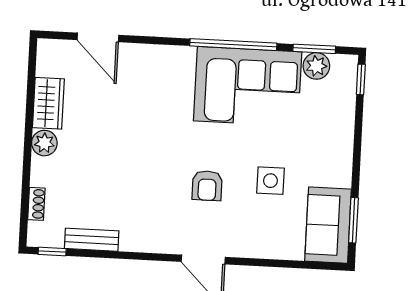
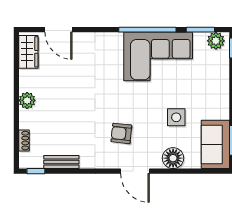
plant: (316, 66) -> (216, 41), moved
wardrobe: (48, 103) -> (28, 52), moved
armchair: (207, 186) -> (121, 133), moved, turned 96
floor lamp: (262, 243) -> (173, 158), added

